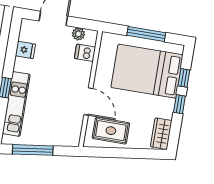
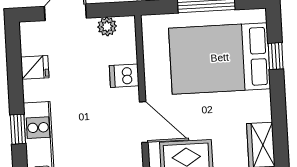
dishwasher: (85, 53) -> (124, 76), moved
window: (179, 104) -> (278, 96), removed

